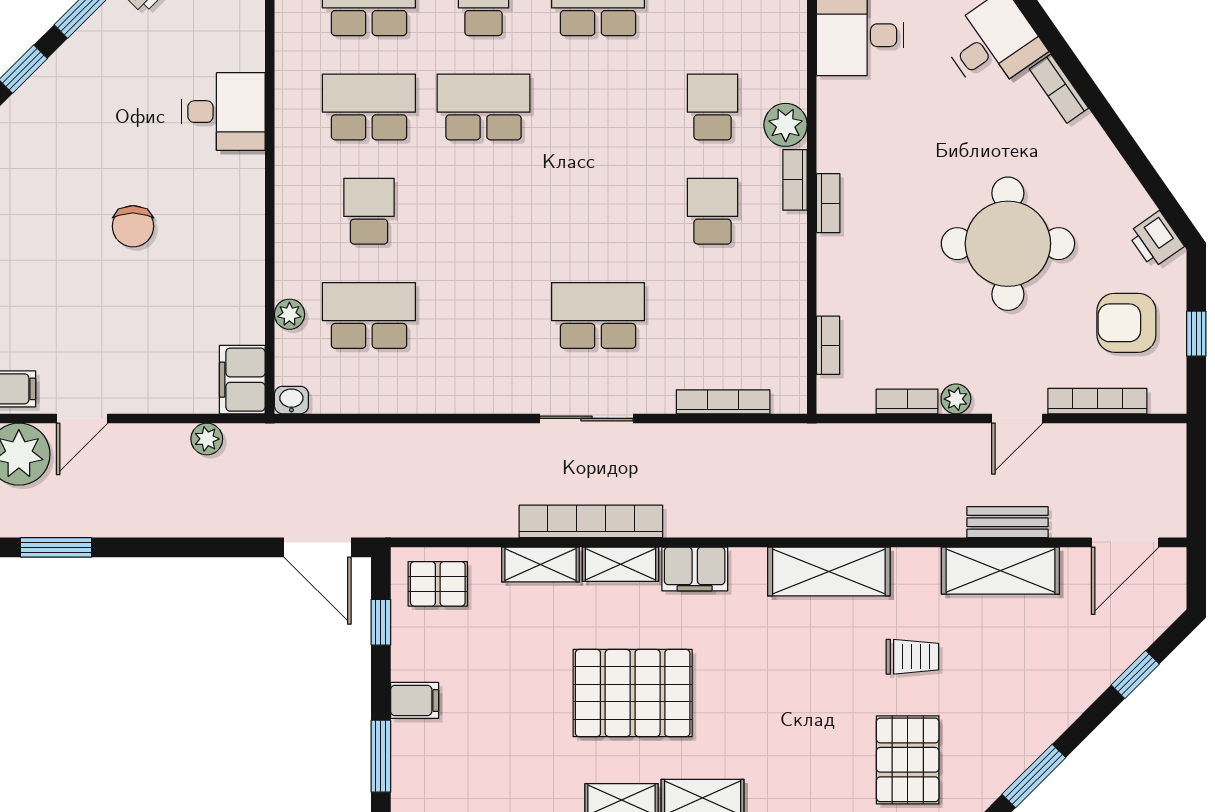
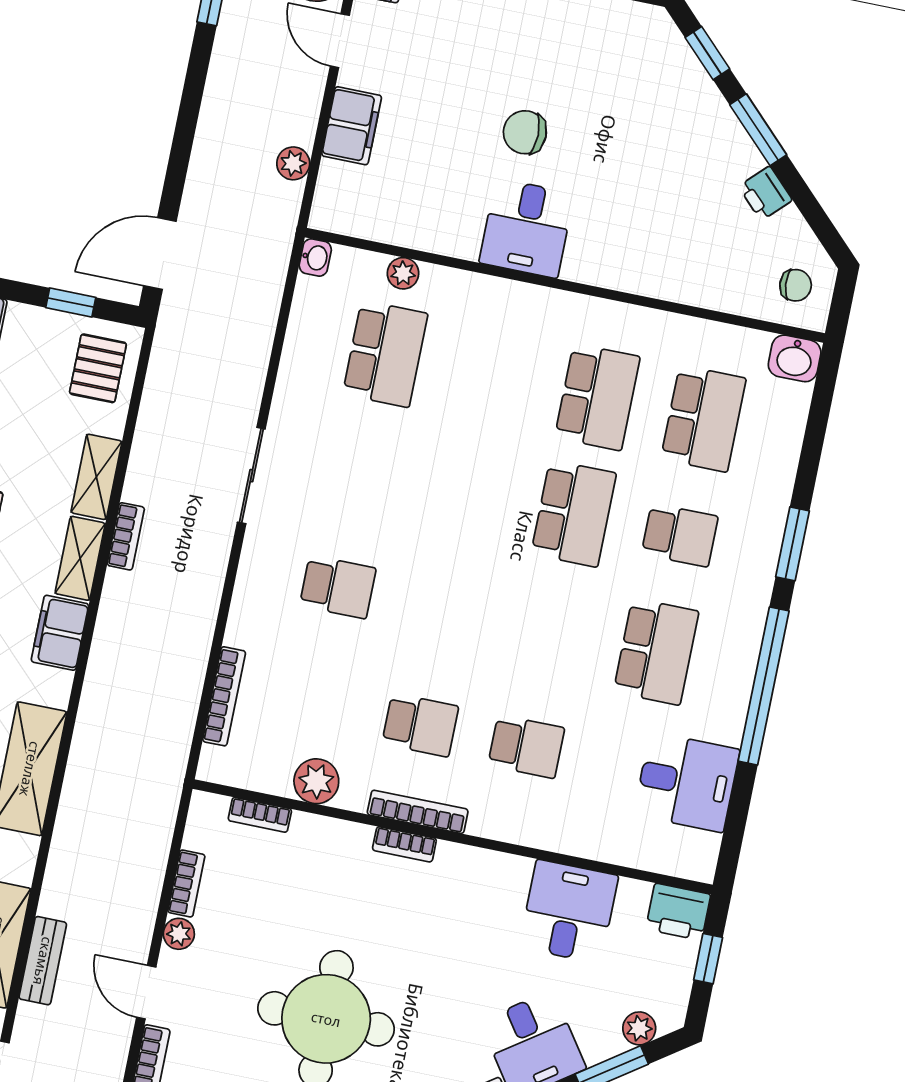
desk: (223, 112) -> (527, 228), moved
plant: (786, 125) -> (316, 781), moved
bookcase: (795, 180) -> (418, 812), width x1.56
school desk: (369, 211) -> (491, 375), removed
school desk: (598, 315) -> (338, 587), width x0.54
filing cabinet: (242, 380) -> (352, 126), moved, turned 90
sliding door: (586, 418) -> (251, 476), moved
bookcase: (591, 521) -> (126, 536), width x0.43, depth x0.76

